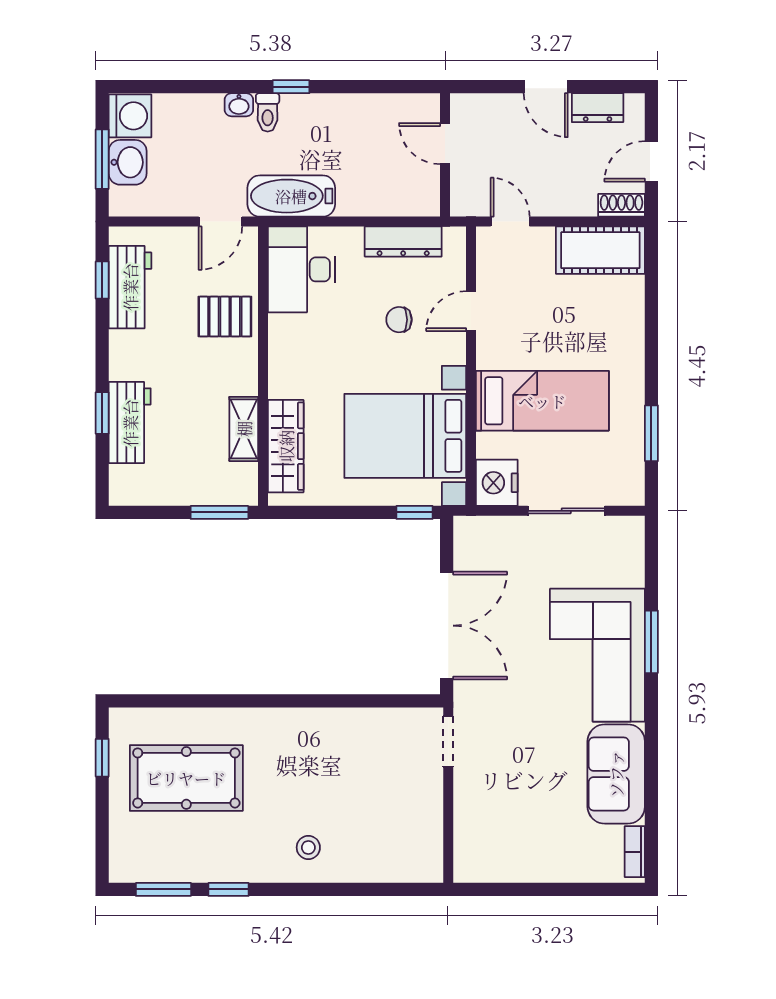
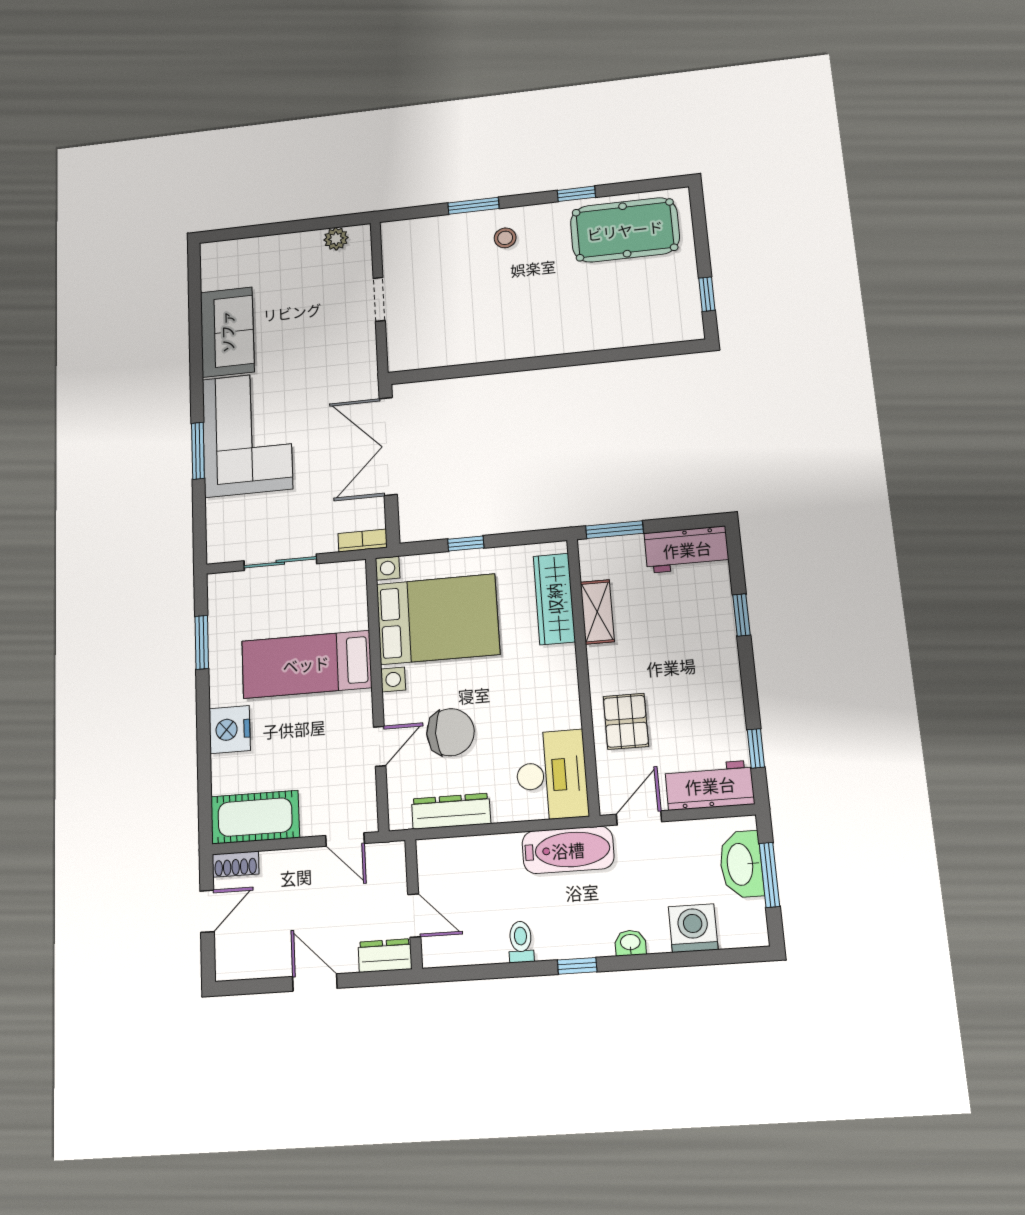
dresser: (598, 108) -> (385, 956), moved
toilet: (268, 112) -> (521, 942), moved
washing machine: (130, 116) -> (693, 928), moved, turned 90
washbasin: (128, 162) -> (741, 864), width x1.38
workbench: (130, 287) -> (710, 785), moved, turned 90
pallet: (225, 317) -> (626, 721), turned 90
chair: (399, 320) -> (450, 732), width x1.87, depth x1.87
workbench: (130, 423) -> (687, 549), moved, turned -90
nightstand: (497, 483) -> (230, 730), moved, turned 180
window: (414, 512) -> (466, 543), moved
doorway: (448, 741) -> (379, 299), moved
pool table: (186, 778) -> (625, 230), moved
bookcase: (635, 852) -> (363, 541), moved, turned -90
plant: (492, 869) -> (336, 239), added
window: (163, 889) -> (473, 206), moved

